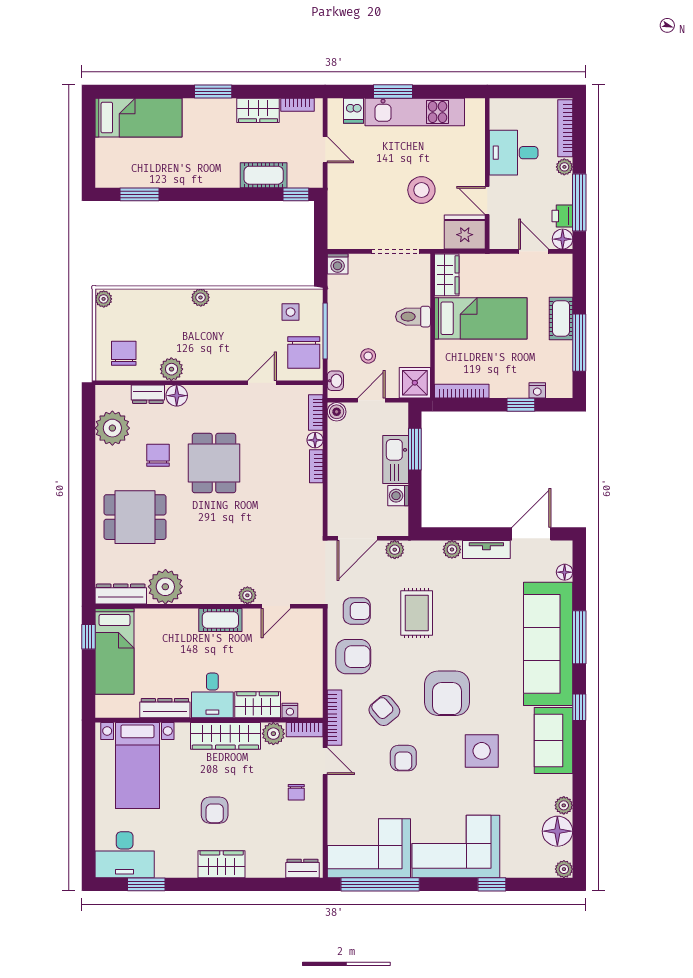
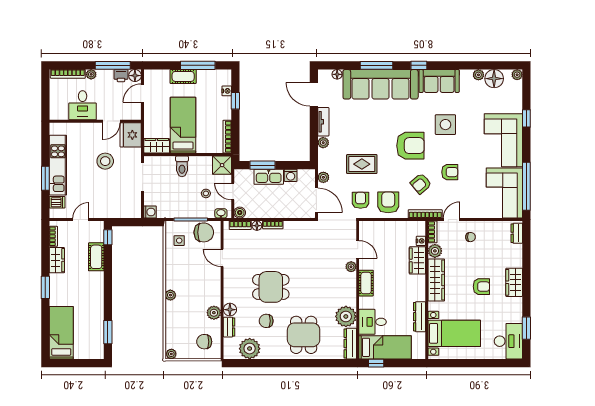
desk: (212, 695) -> (373, 322), moved, turned 180

